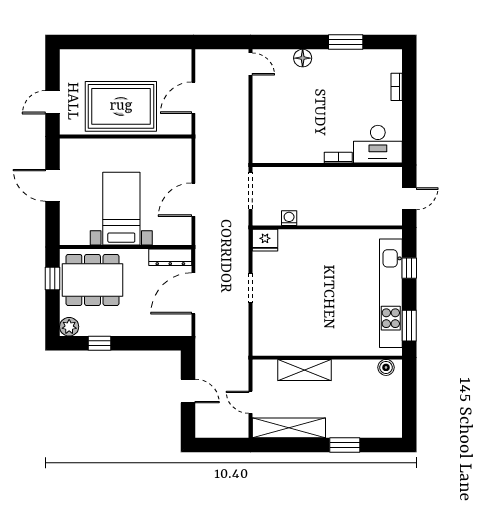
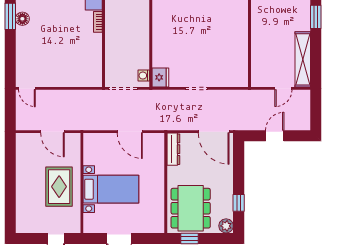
floor lamp: (303, 58) -> (22, 19), moved
door: (250, 64) -> (27, 88), swing flipped
rug: (121, 106) -> (59, 187), width x0.73, depth x0.69
bed with nightstands: (121, 209) -> (111, 189), moved, turned 180
washing machine: (289, 218) -> (144, 76), moved
door: (193, 293) -> (214, 132), moved
shelving: (304, 370) -> (259, 47), removed

